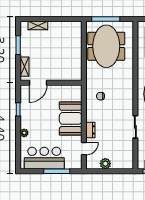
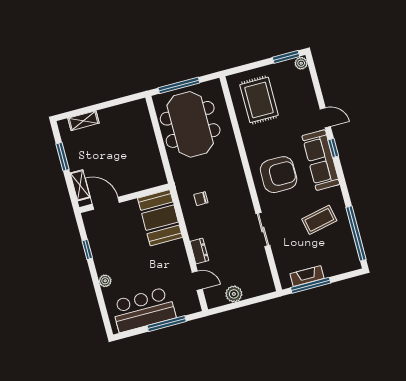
door: (38, 83) -> (106, 203), swing flipped
booth: (71, 118) -> (160, 218), moved
door: (84, 149) -> (197, 281), hinge flipped

